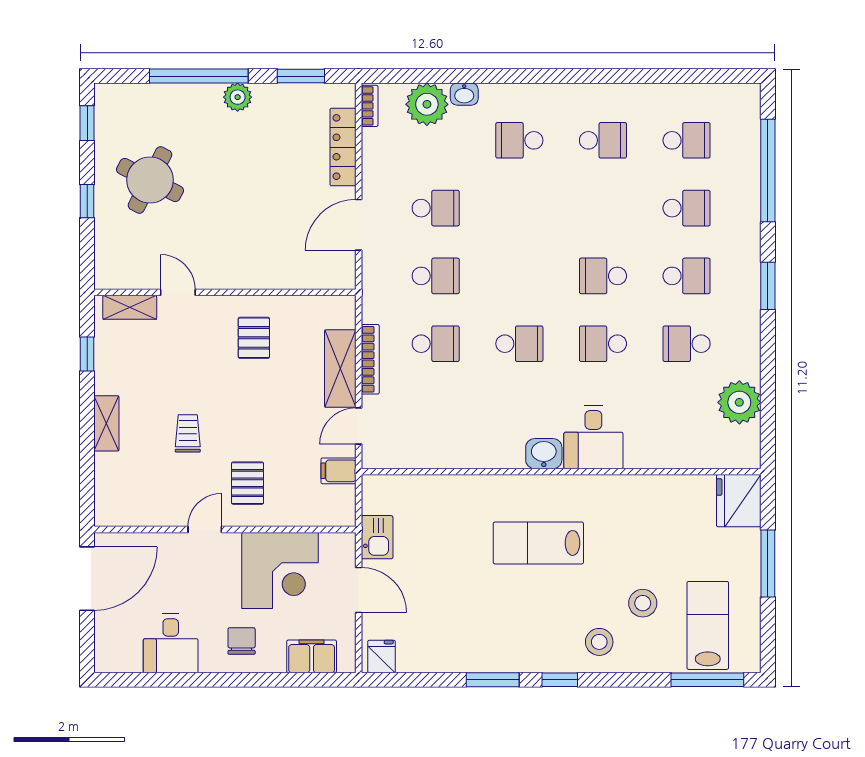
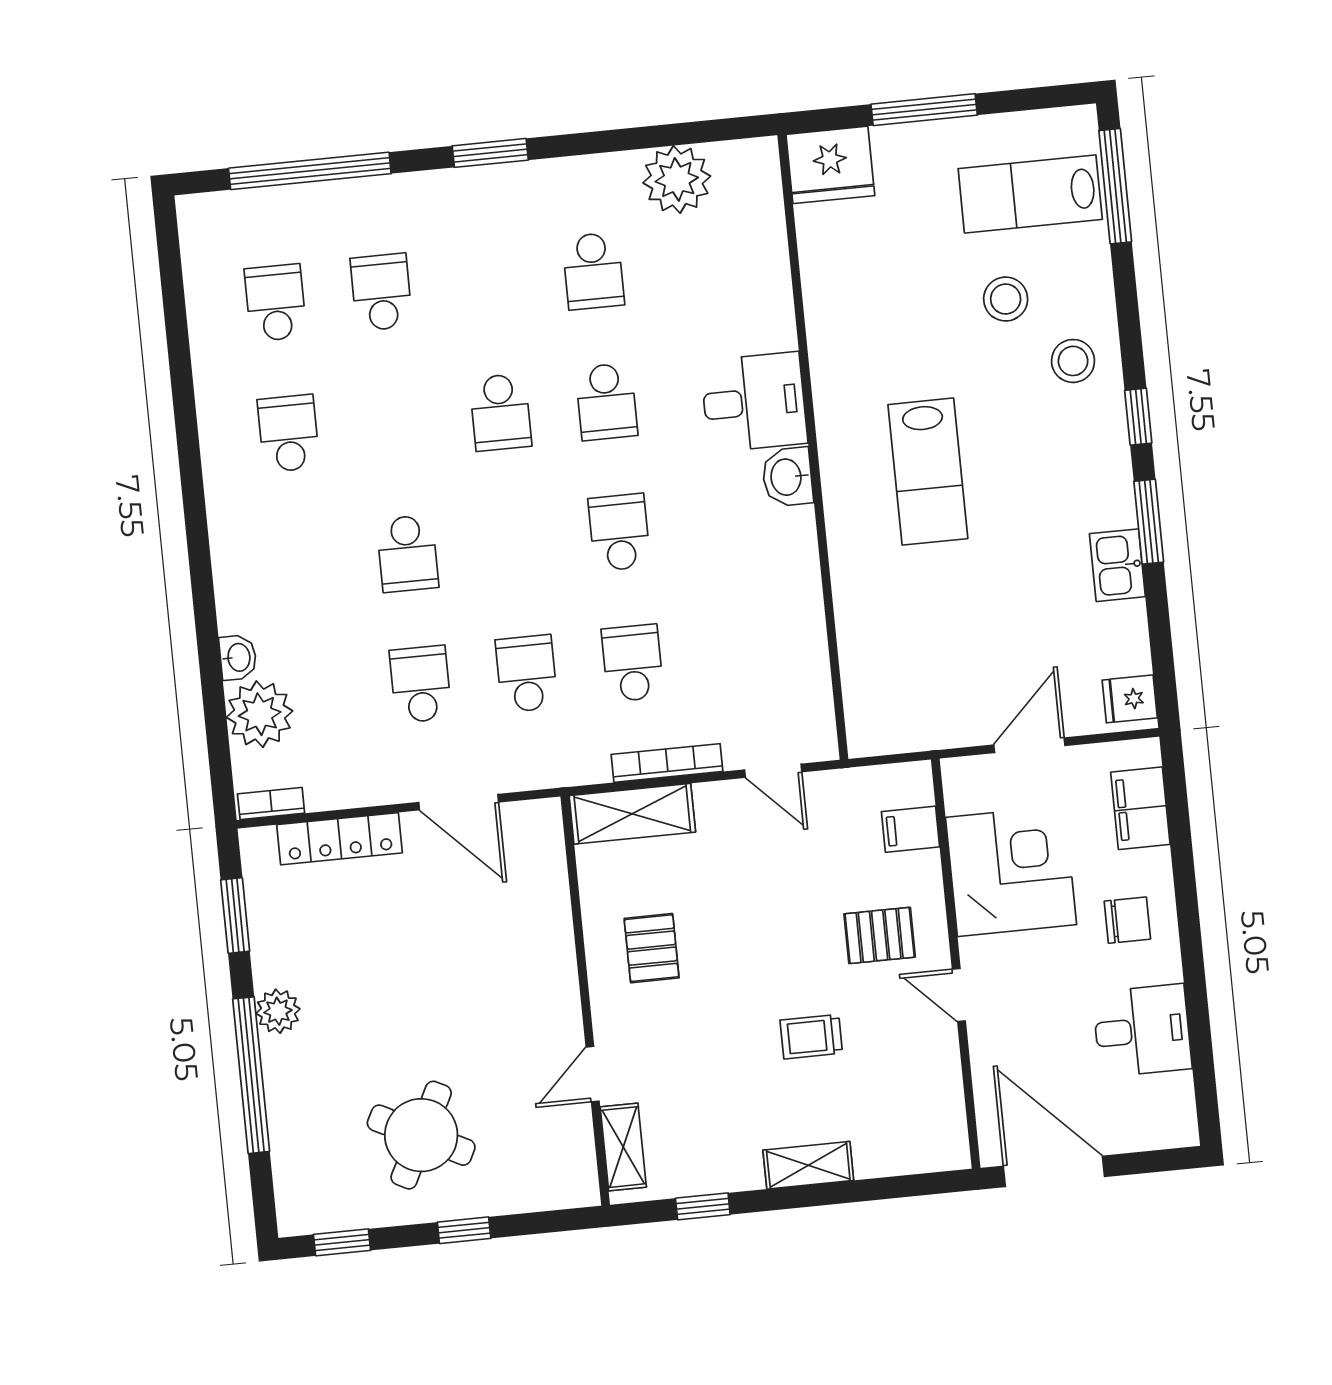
school desk: (519, 140) -> (407, 554), moved
school desk: (687, 276) -> (487, 282), removed
pallet: (254, 338) -> (652, 948), turned 90
shelving: (340, 369) -> (632, 814), moved
filing cabinet: (338, 471) -> (911, 829), moved, turned 90
kitchen sink: (377, 537) -> (1117, 565), moved, turned -90
chair: (242, 641) -> (1127, 920), turned 180

